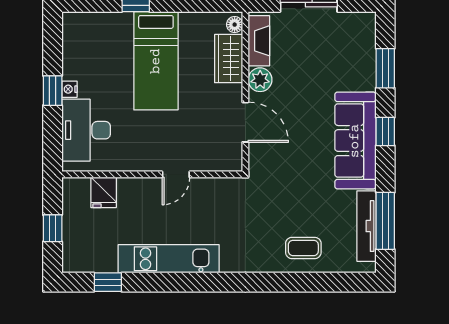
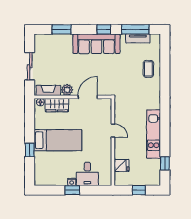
desk: (86, 130) -> (87, 174), width x0.73
window: (385, 132) -> (104, 29), moved
tv unit: (366, 226) -> (138, 38), width x0.71

